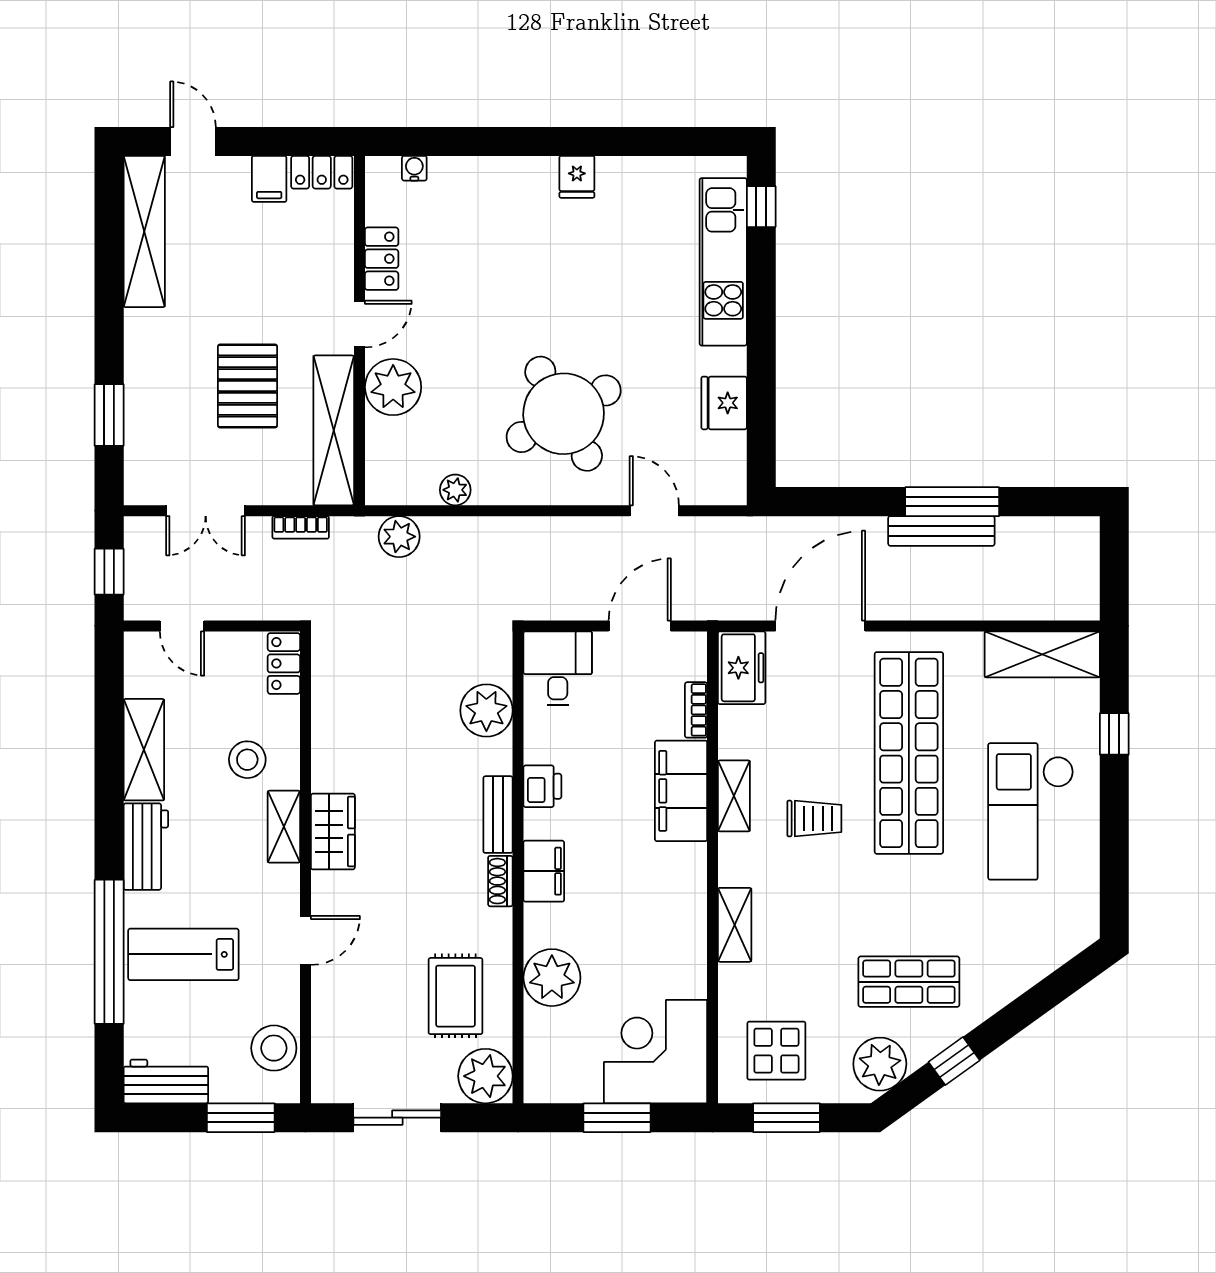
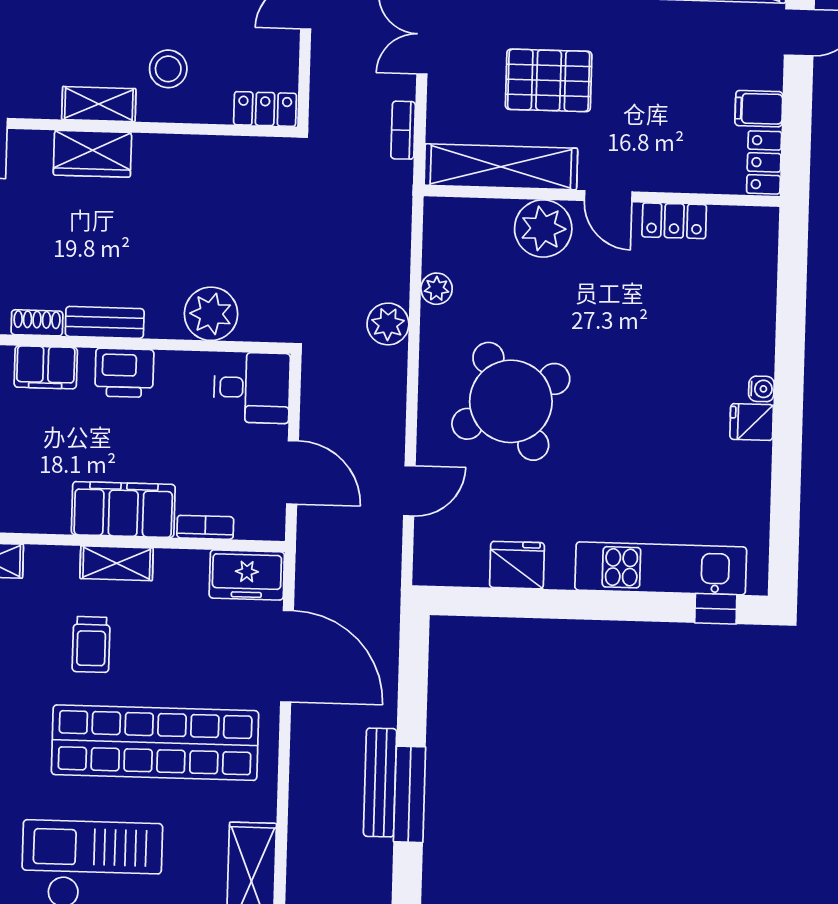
water cooler: (414, 168) -> (761, 389), moved
plant: (399, 537) -> (388, 324), moved
printer: (542, 786) -> (124, 373), width x1.36, depth x1.24

